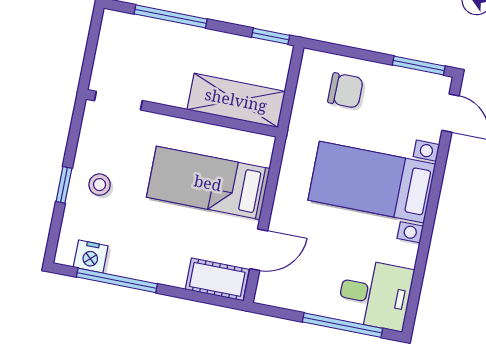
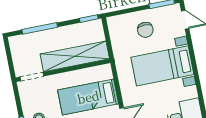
chair: (345, 90) -> (145, 30), moved, turned 90
shelving: (236, 100) -> (75, 56), width x1.47

